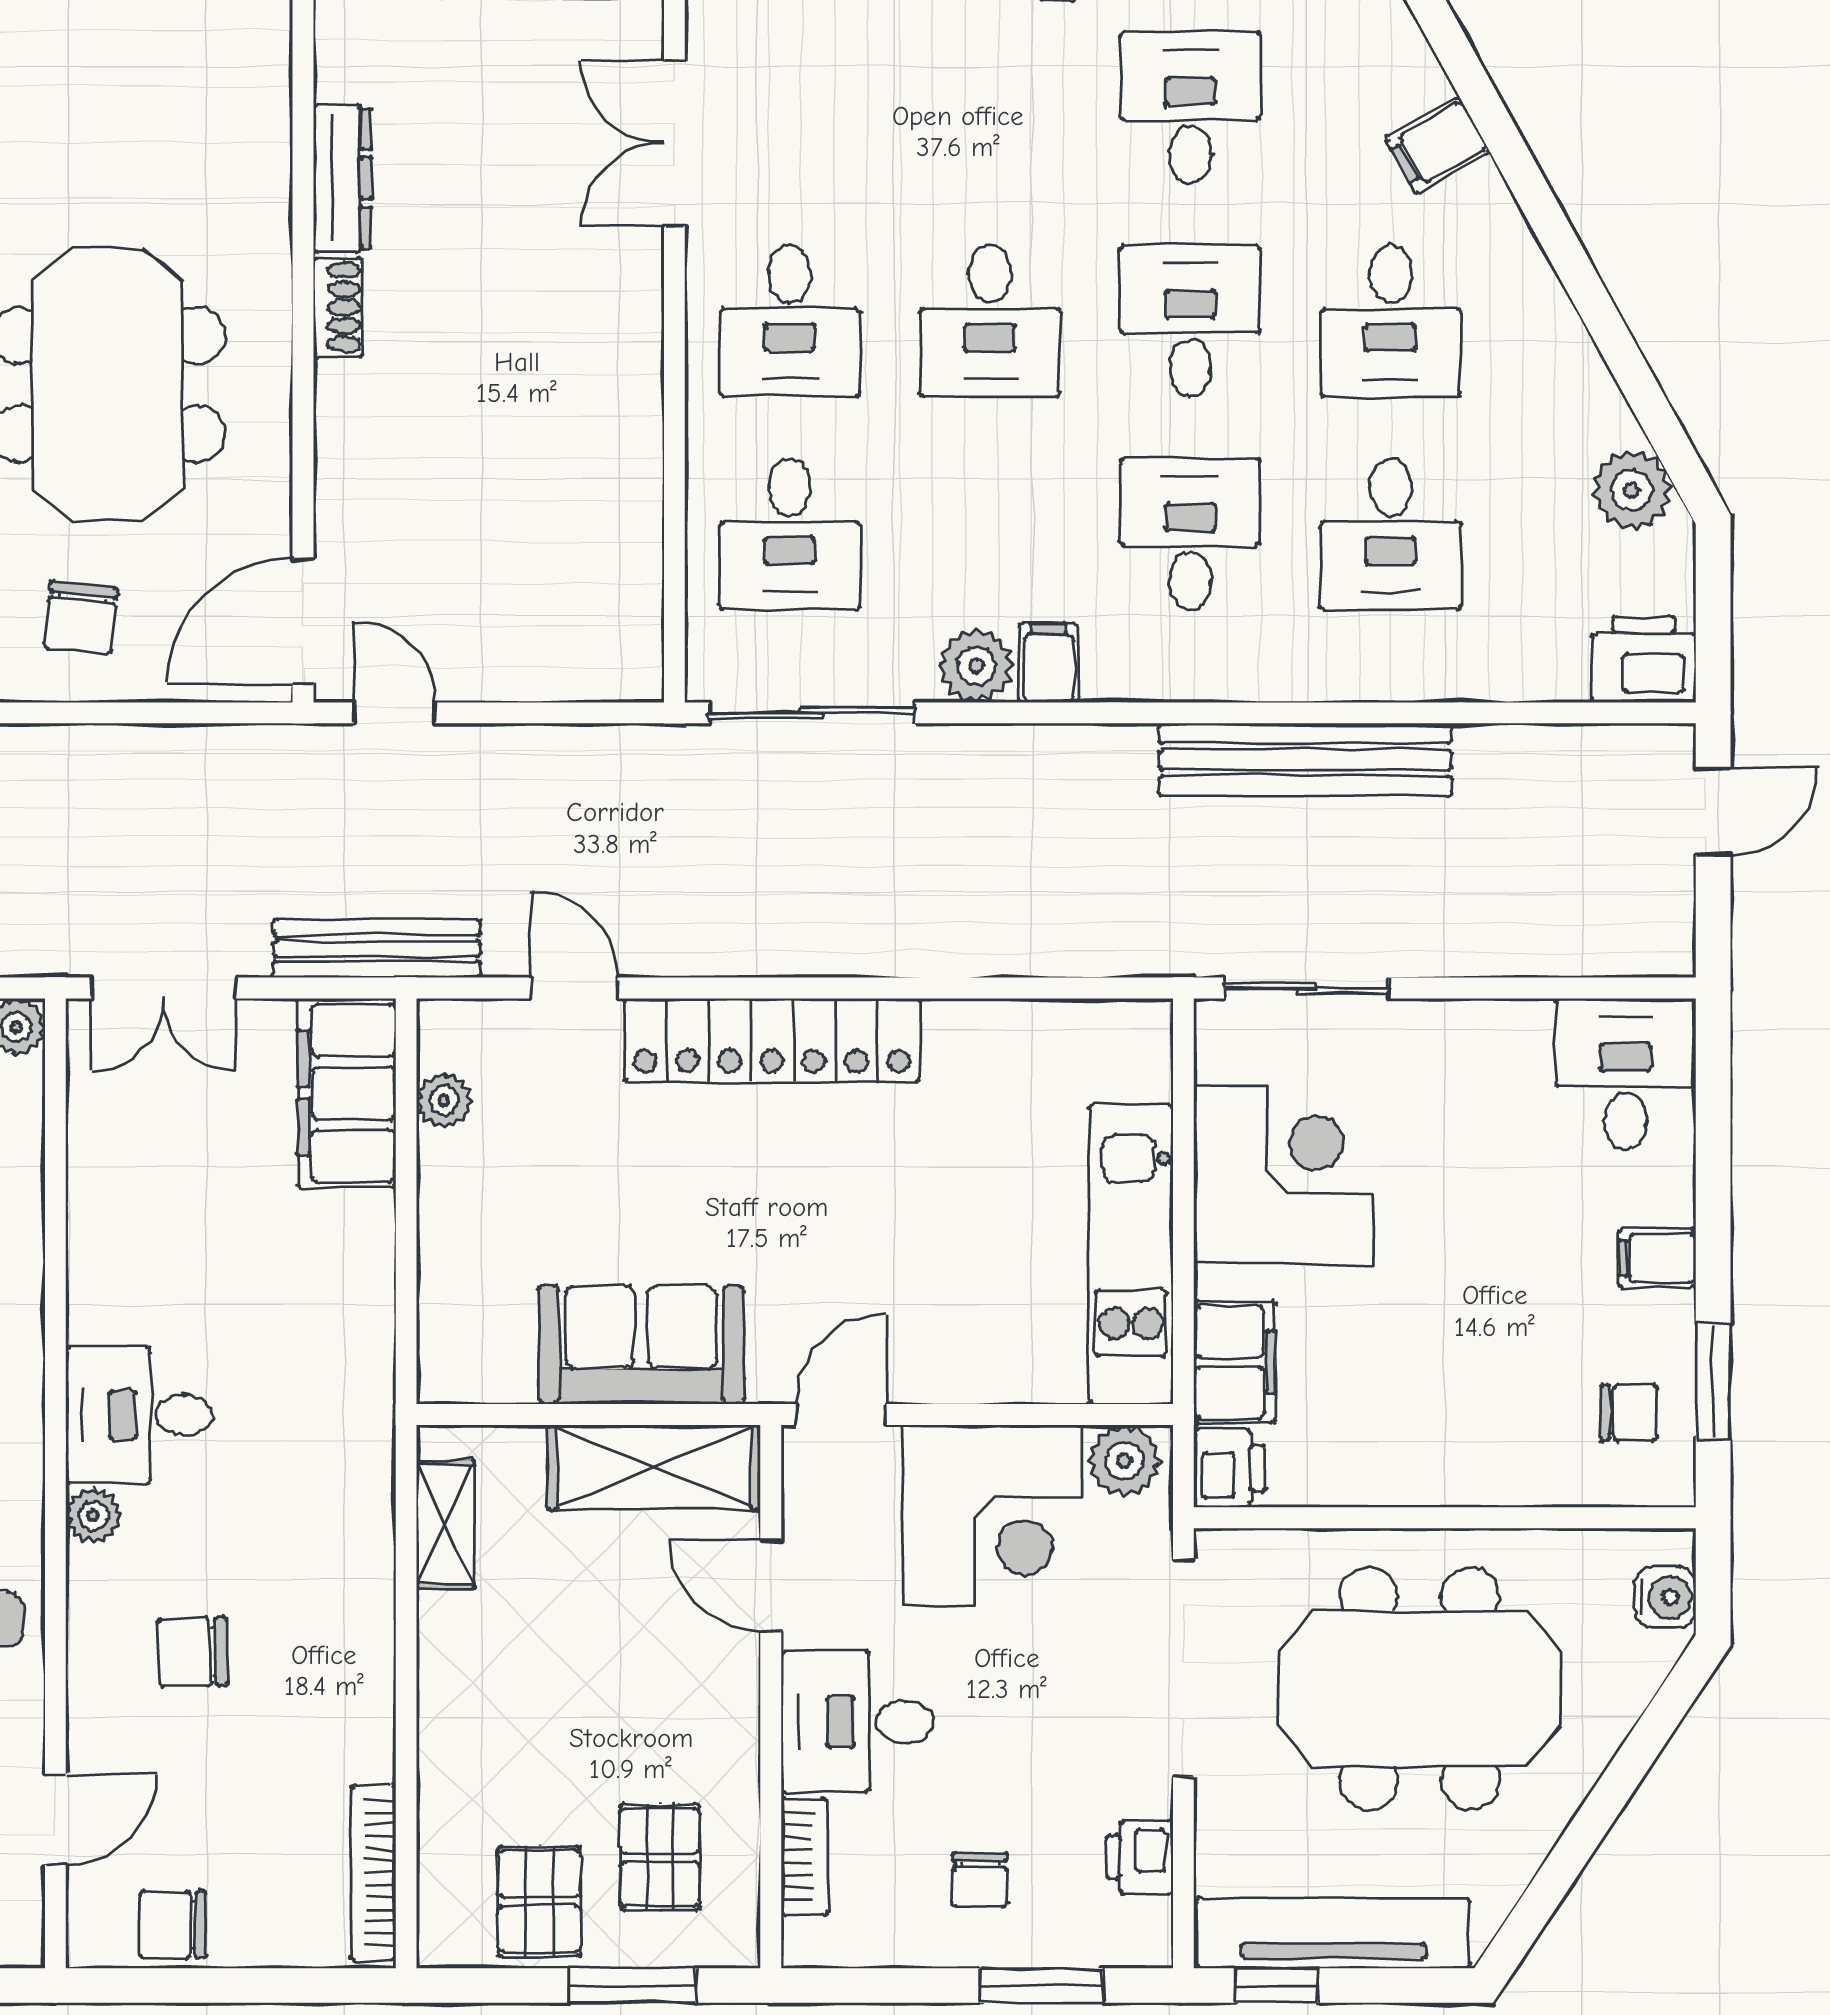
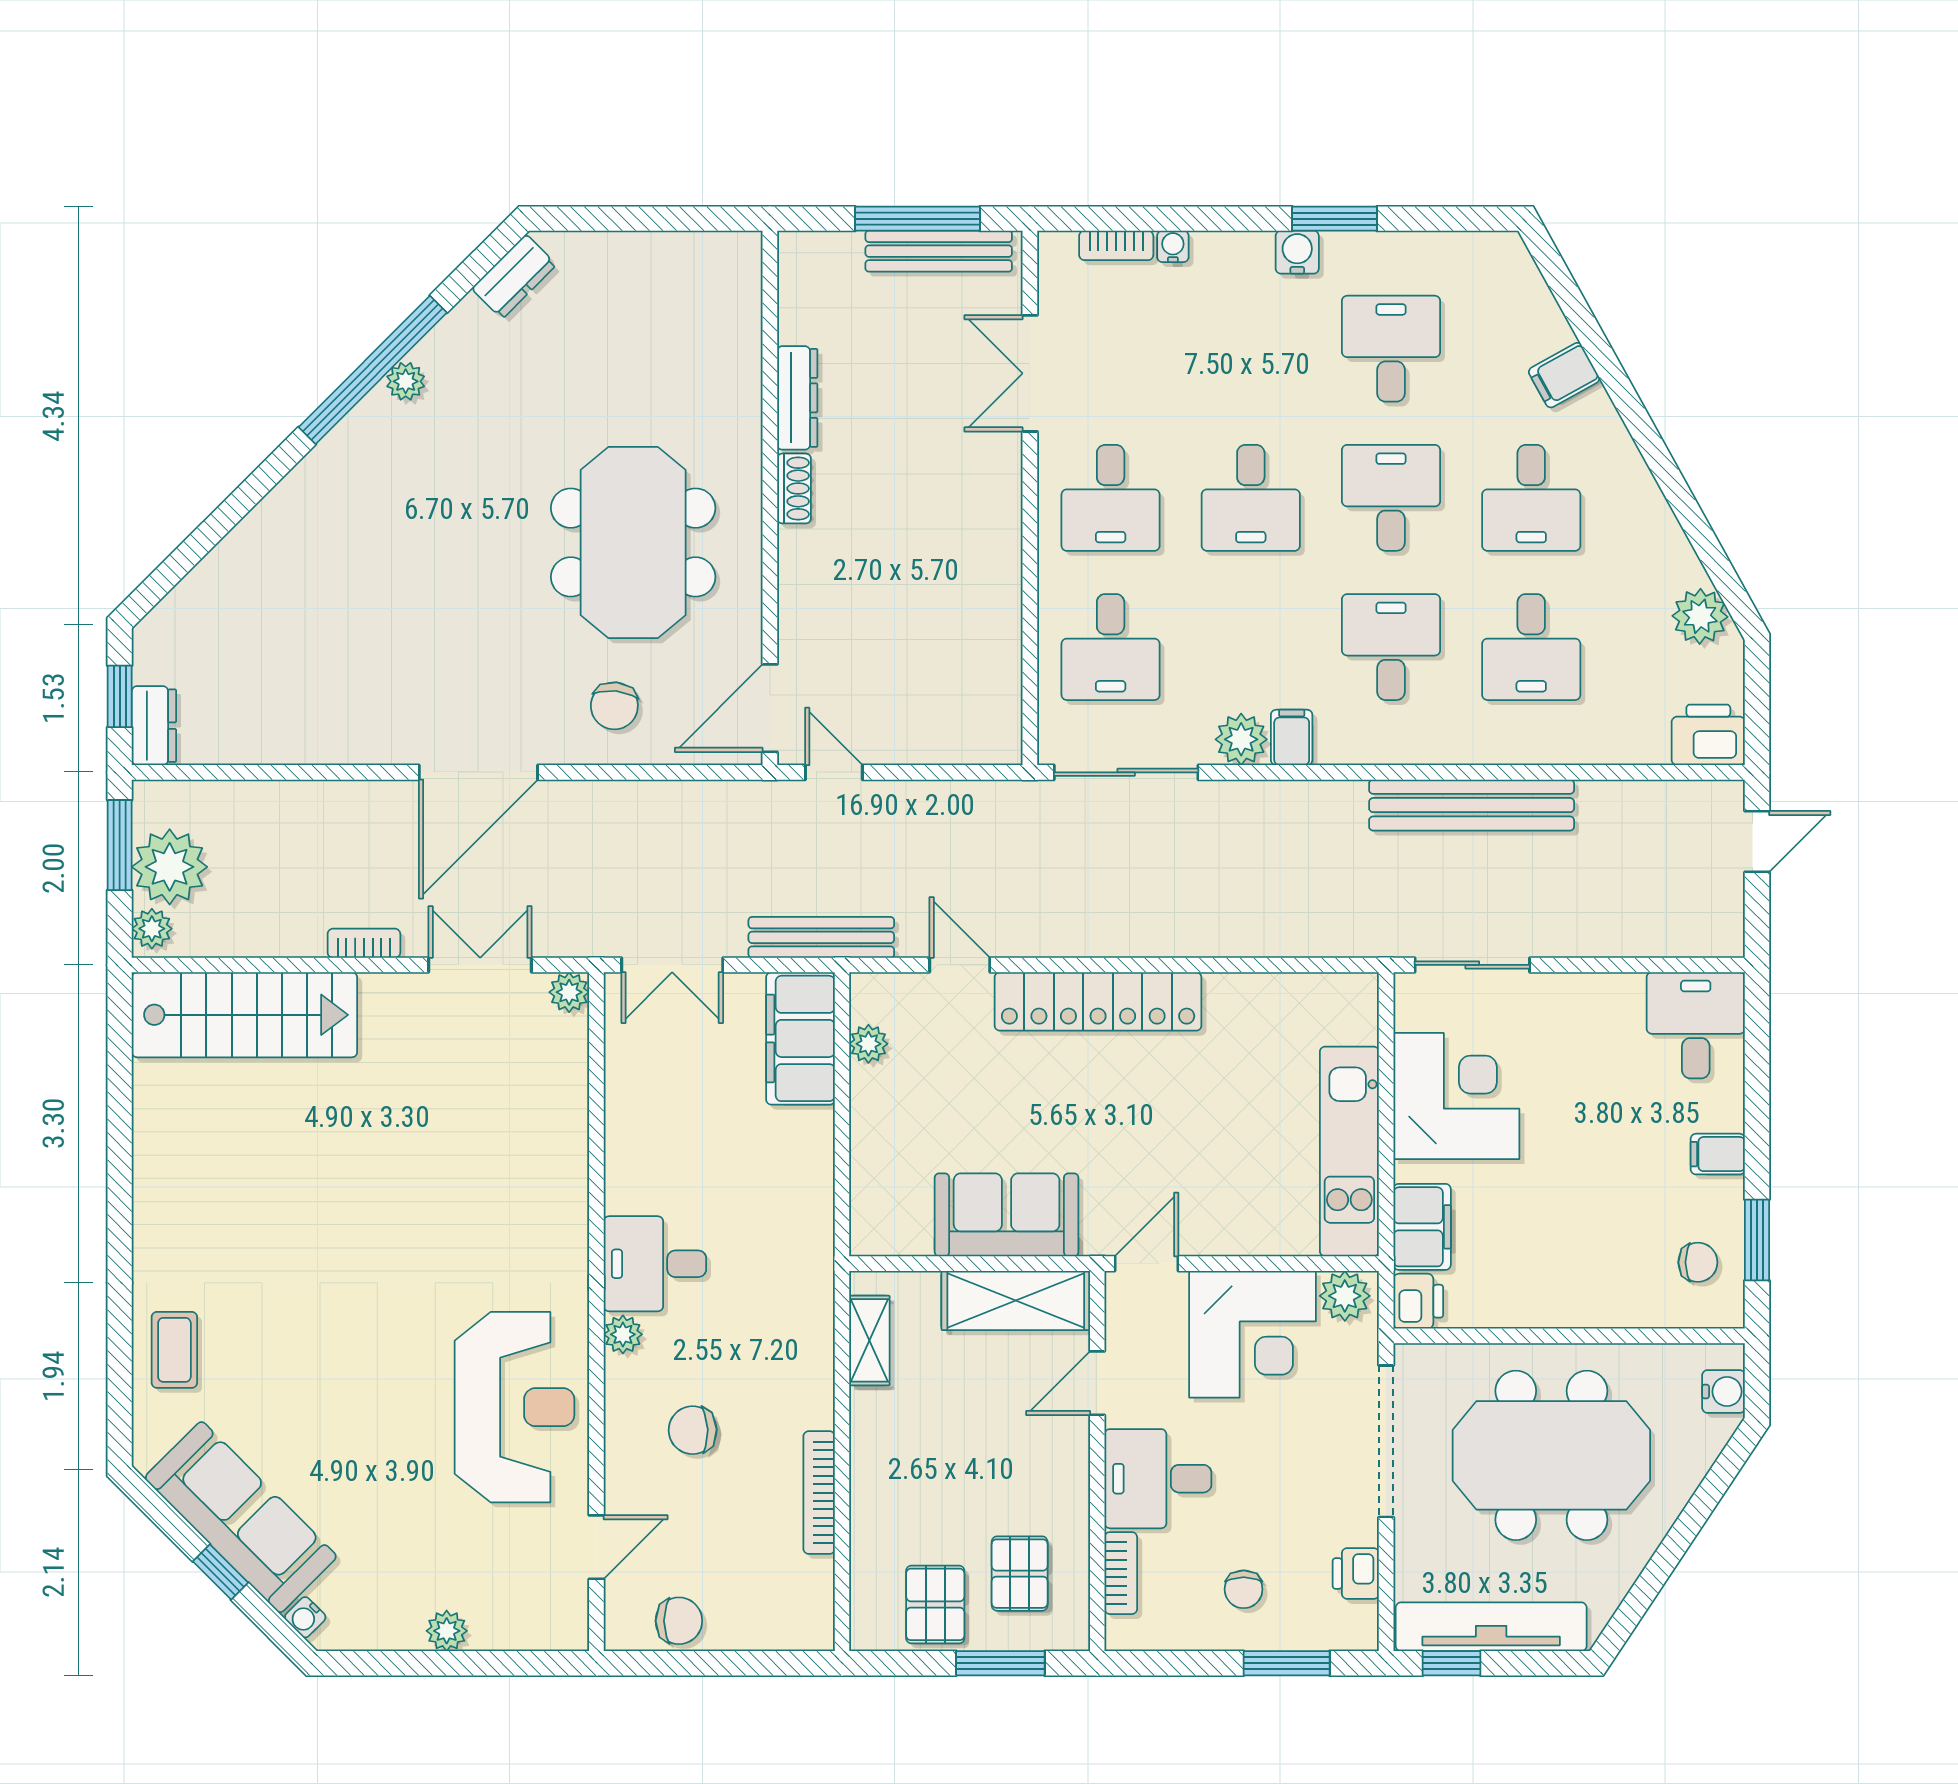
door: (771, 1585) -> (1097, 1383), hinge flipped
bookcase: (373, 1873) -> (819, 1493), moved
chair: (173, 1925) -> (679, 1621), turned 180

